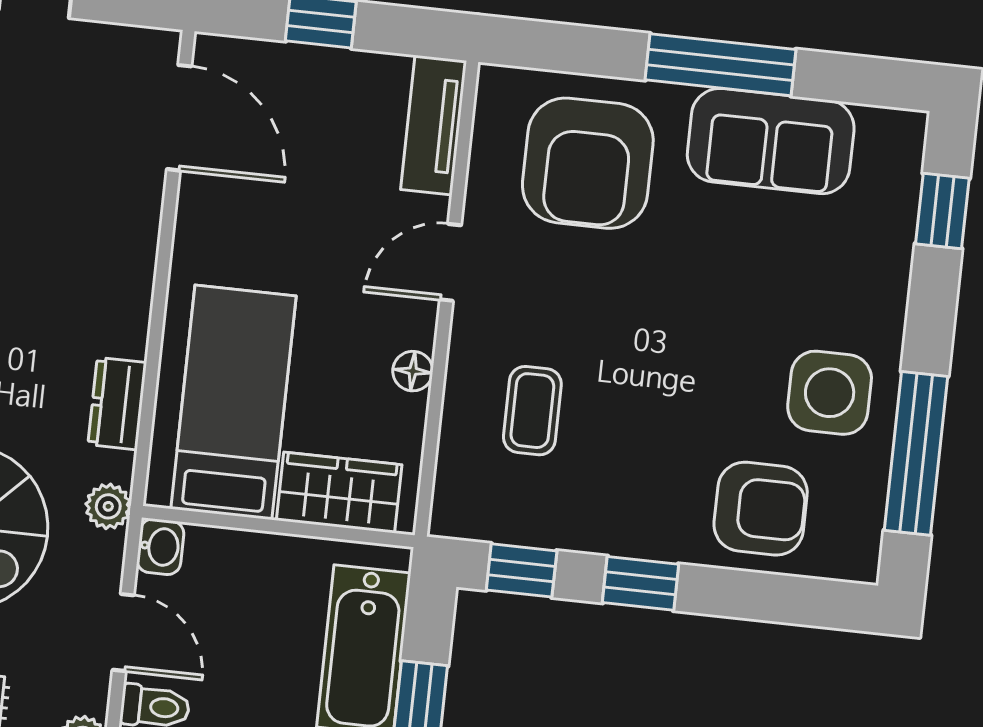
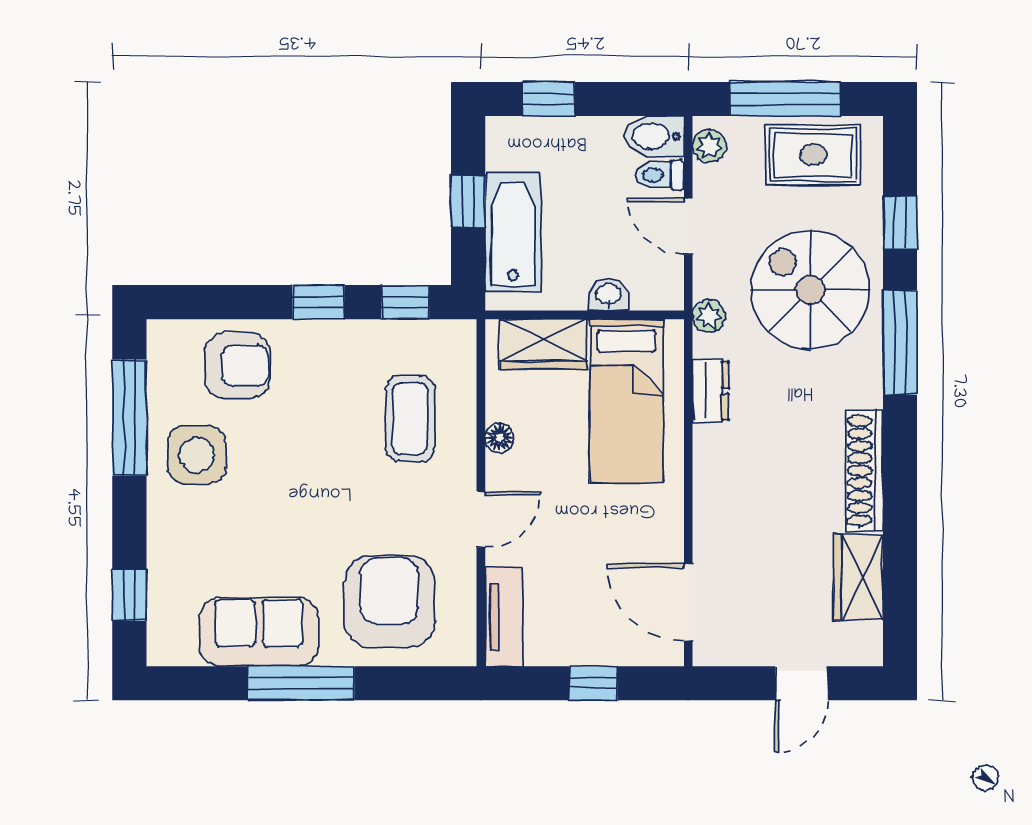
coffee table: (532, 411) -> (410, 419), width x1.36, depth x1.30
armchair: (761, 509) -> (237, 366), turned 180
washbasin: (160, 547) -> (609, 295), moved, turned 90

